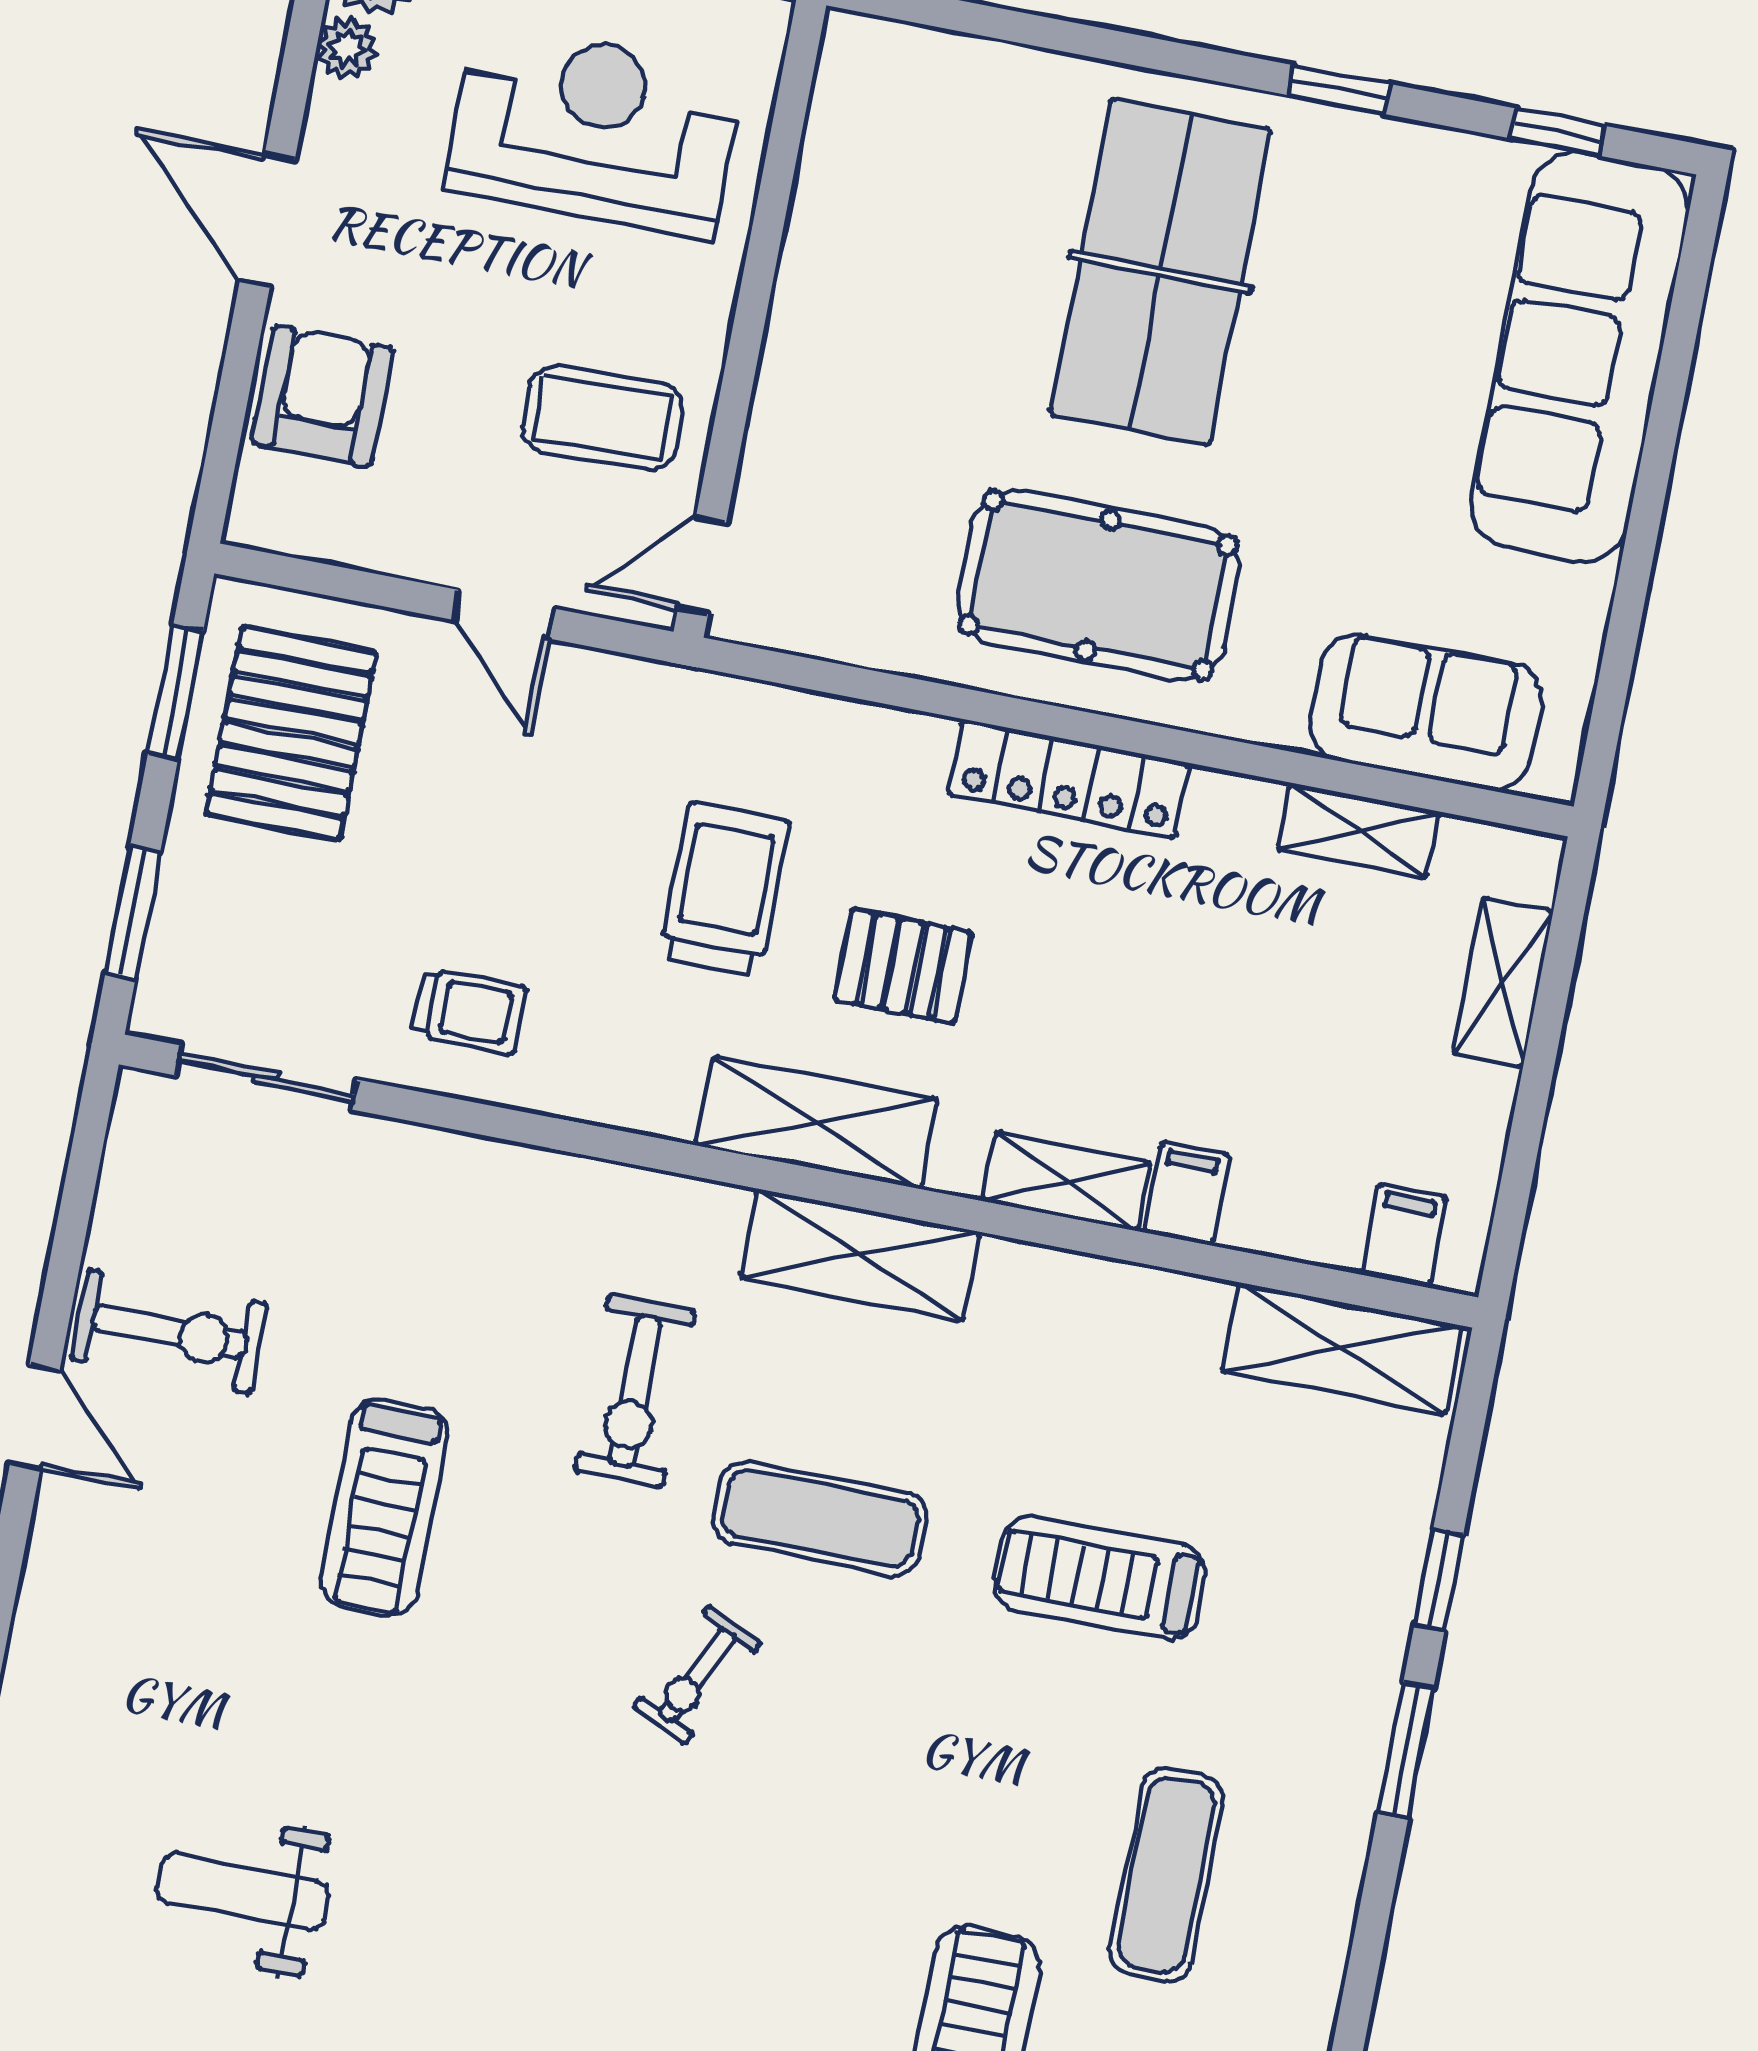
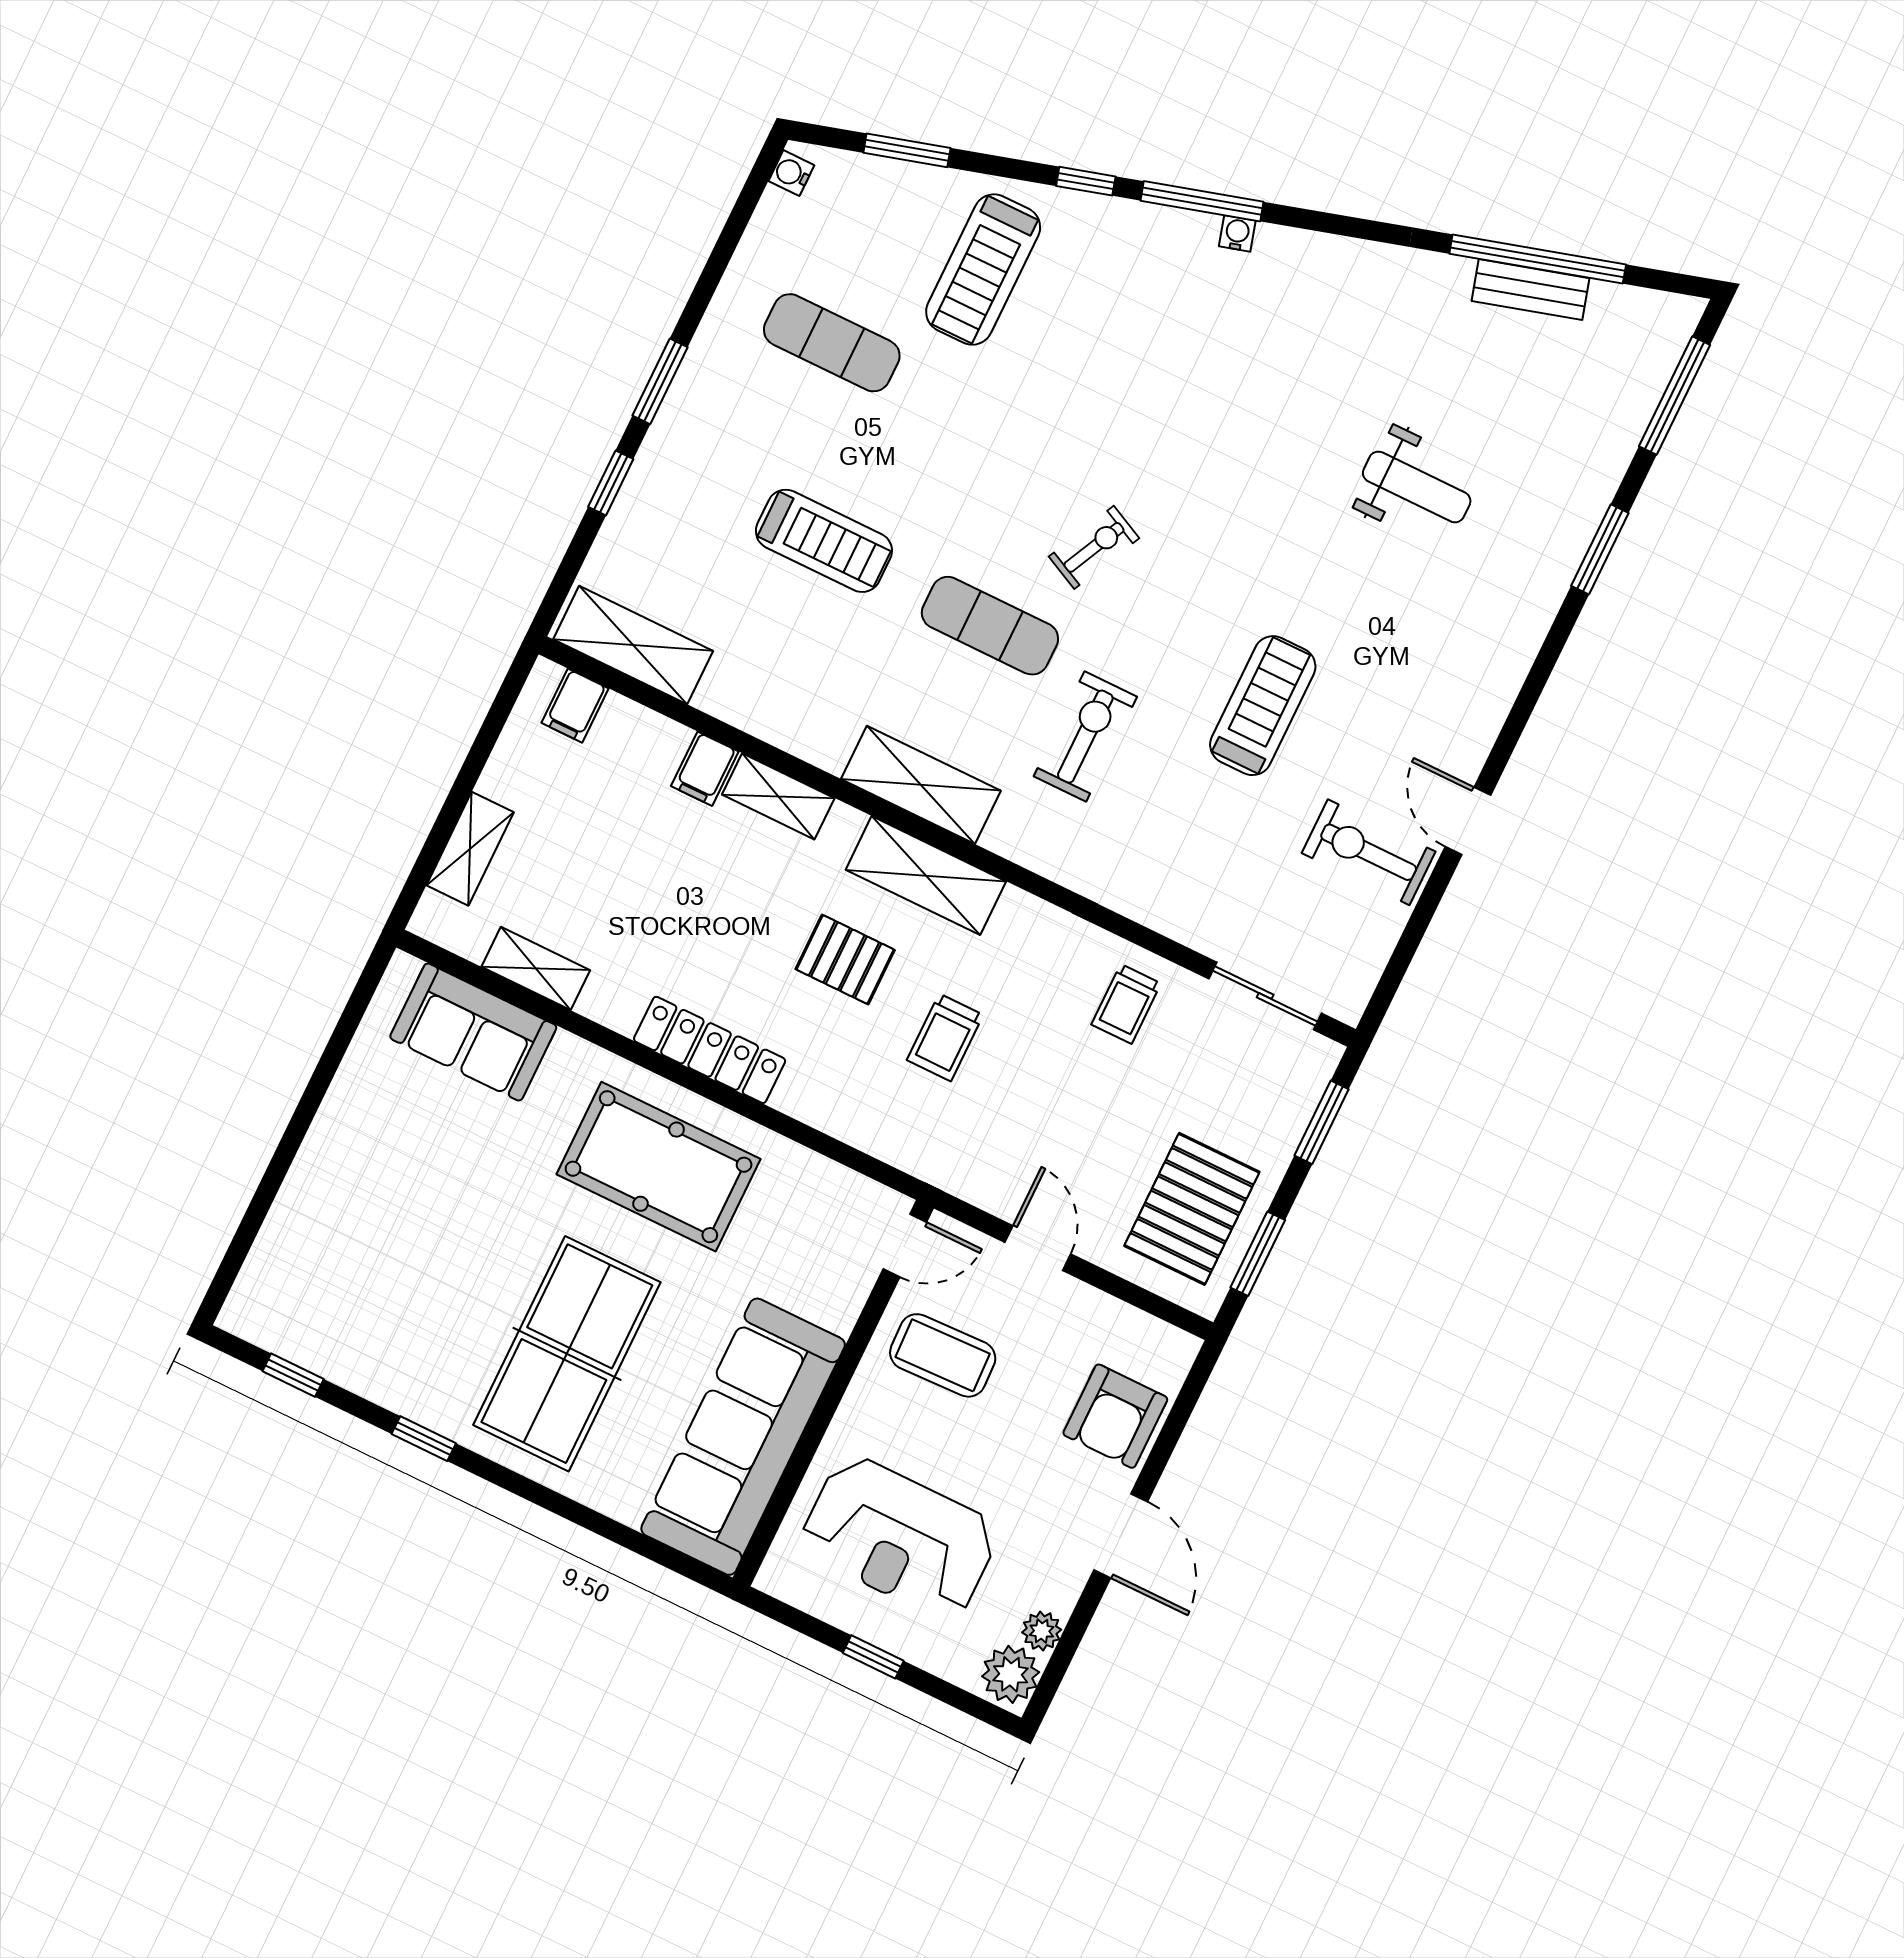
sofa: (1580, 357) -> (743, 1437), moved, turned 180
trolley: (725, 890) -> (945, 1037), width x0.73, depth x0.72
trolley: (469, 1011) -> (1126, 1004), turned -90
exercise mat: (1166, 1875) -> (832, 343), turned 90

